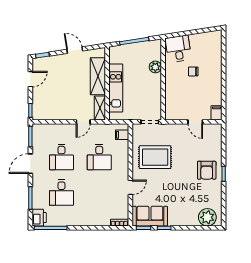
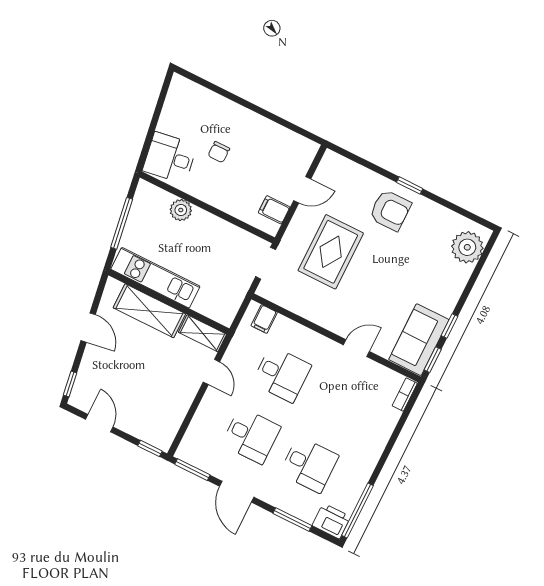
door: (75, 50) -> (88, 328), swing flipped
kitchen unit: (116, 88) -> (155, 278), moved
filing cabinet: (217, 113) -> (274, 210), moved
rug: (155, 157) -> (331, 252), moved
door: (130, 187) -> (356, 348), hinge flipped

